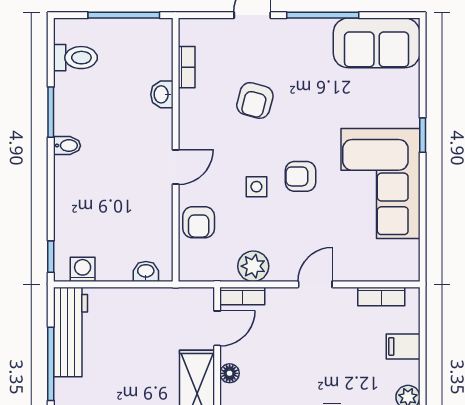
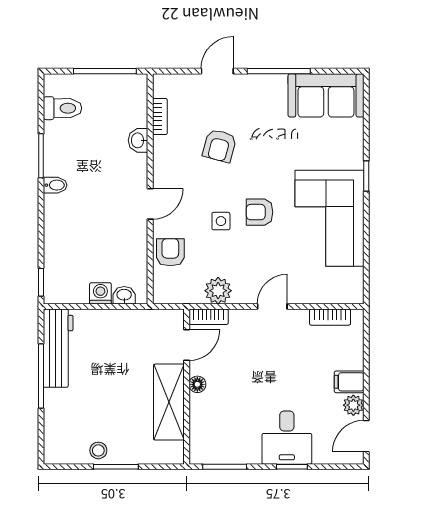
armchair: (199, 222) -> (170, 252), turned 180
washing machine: (83, 269) -> (100, 293), moved
filing cabinet: (403, 346) -> (349, 382), moved

